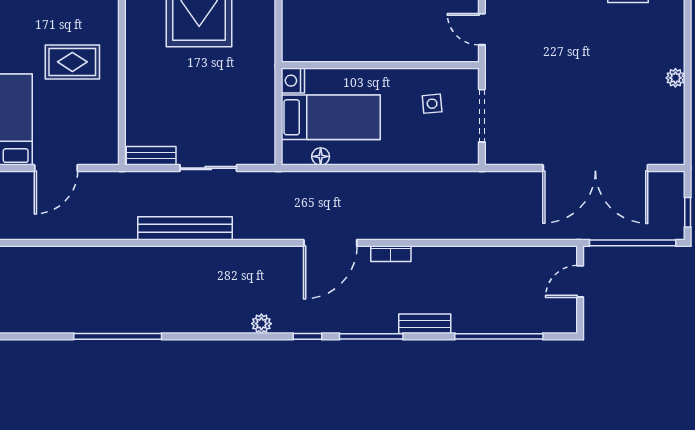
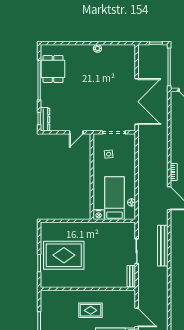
rug: (72, 62) -> (91, 310), turned 90
double door: (595, 168) -> (137, 102), moved
bench: (185, 228) -> (163, 246), moved

